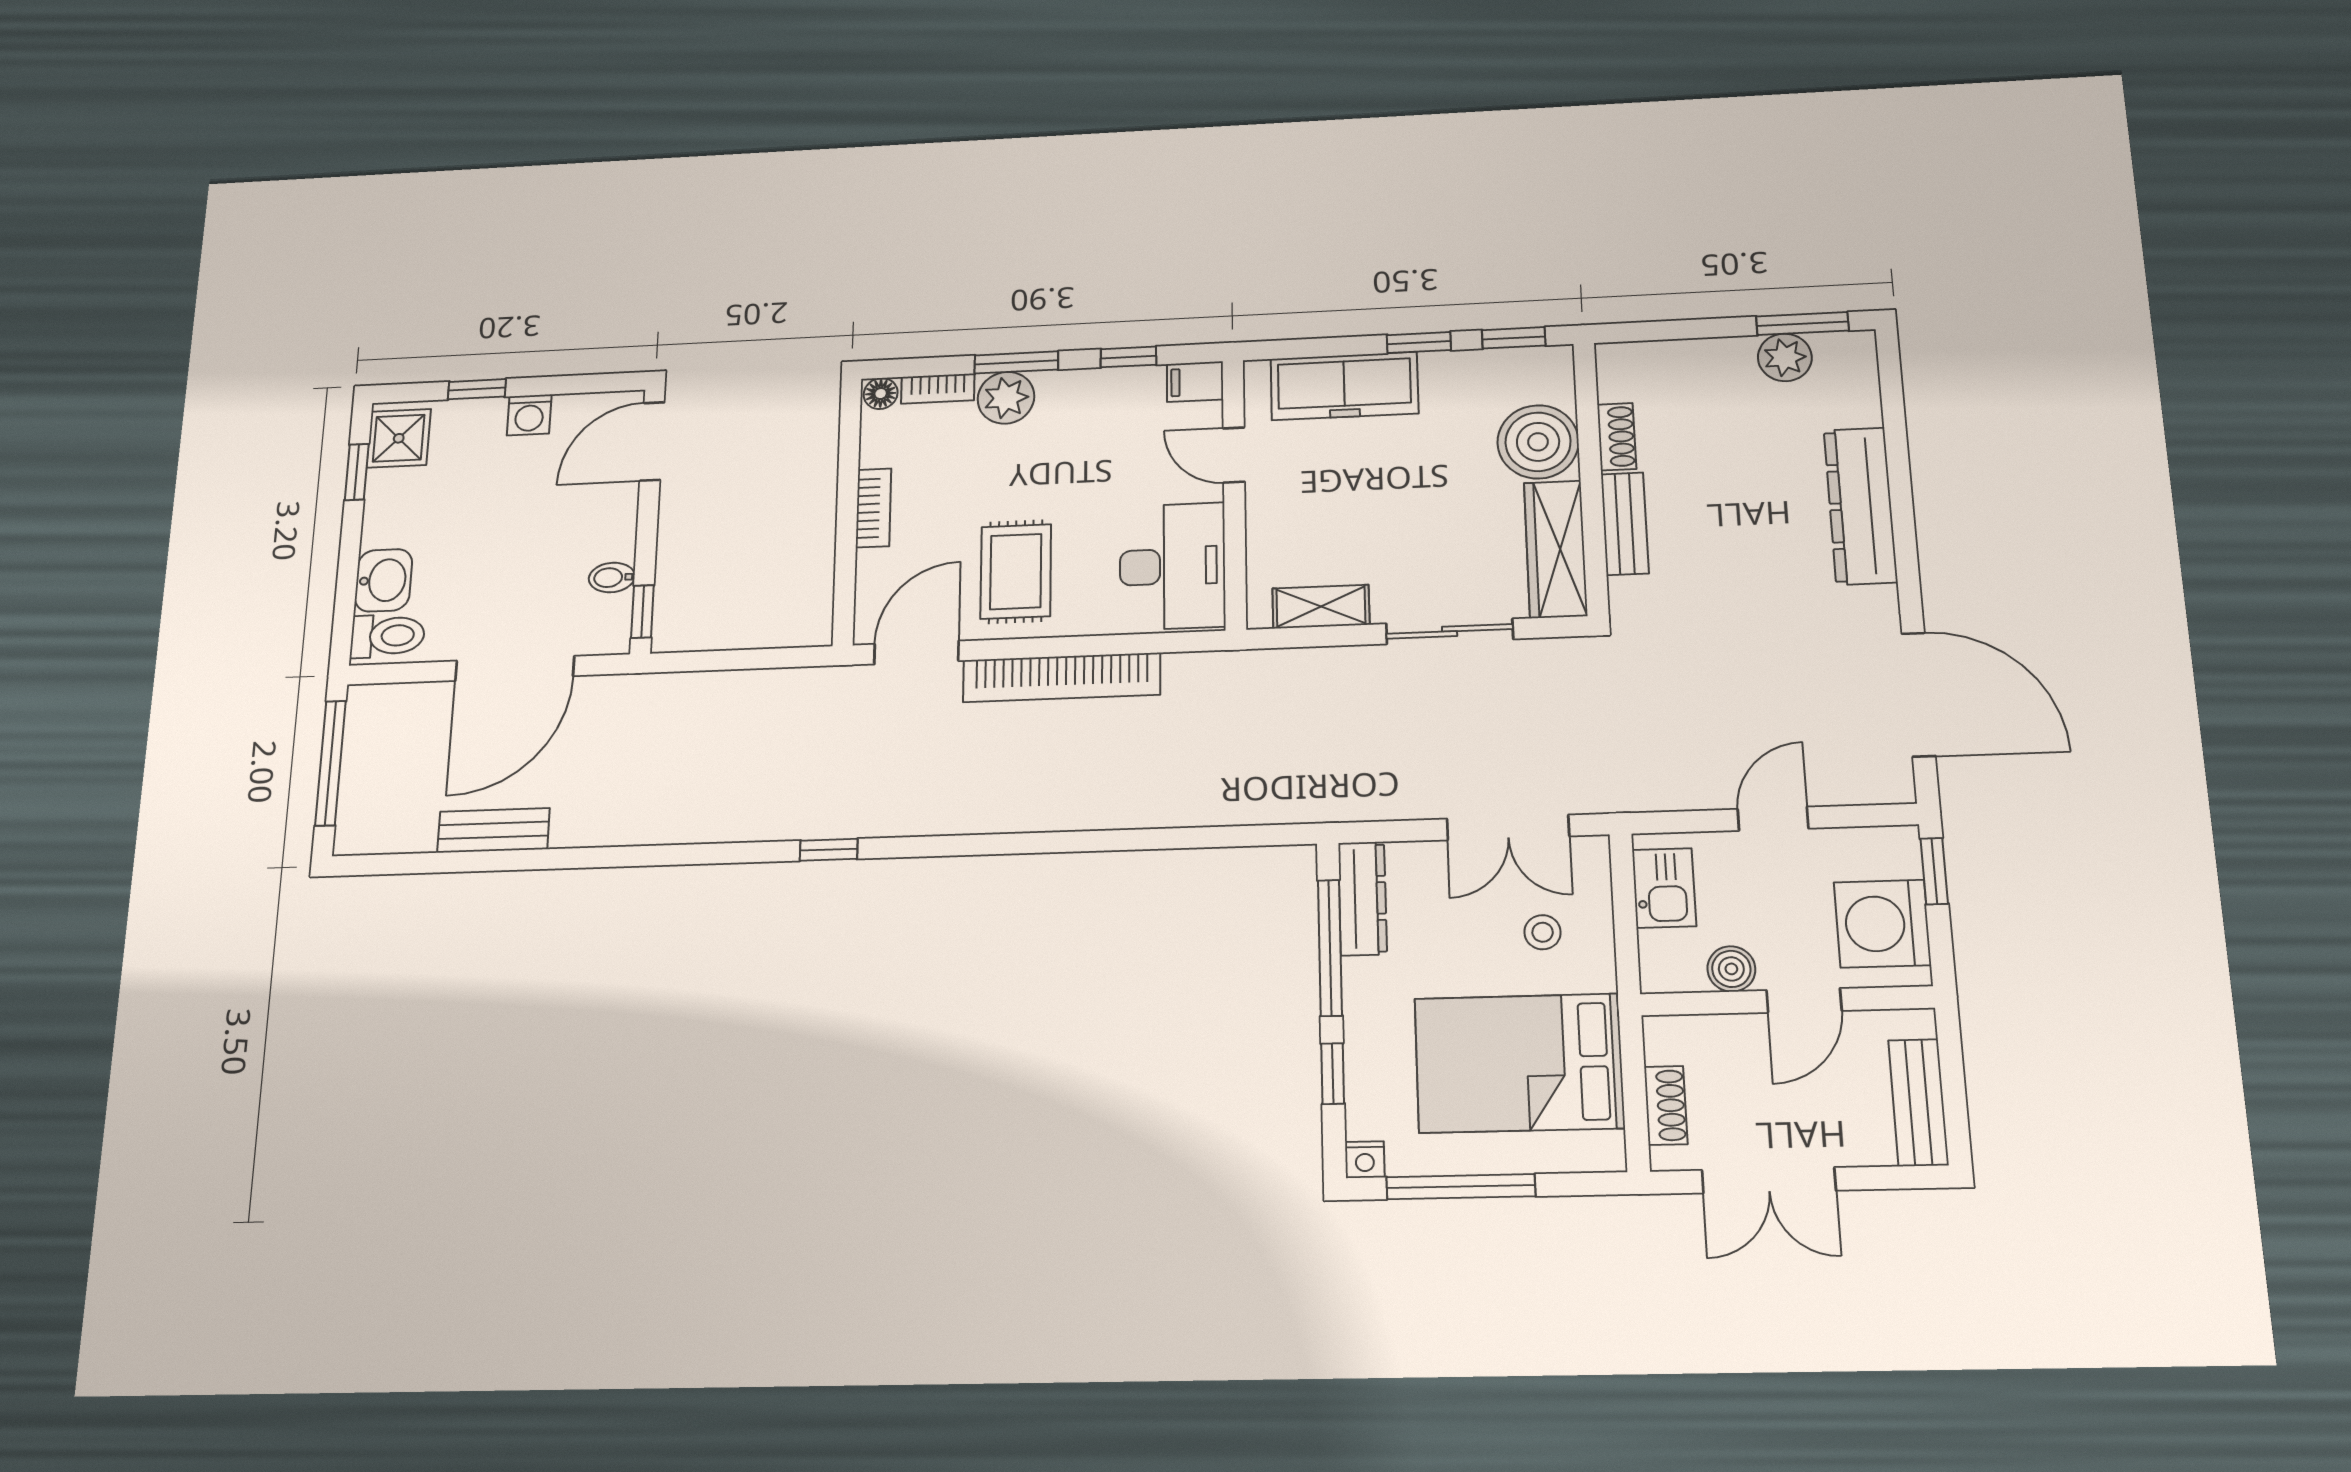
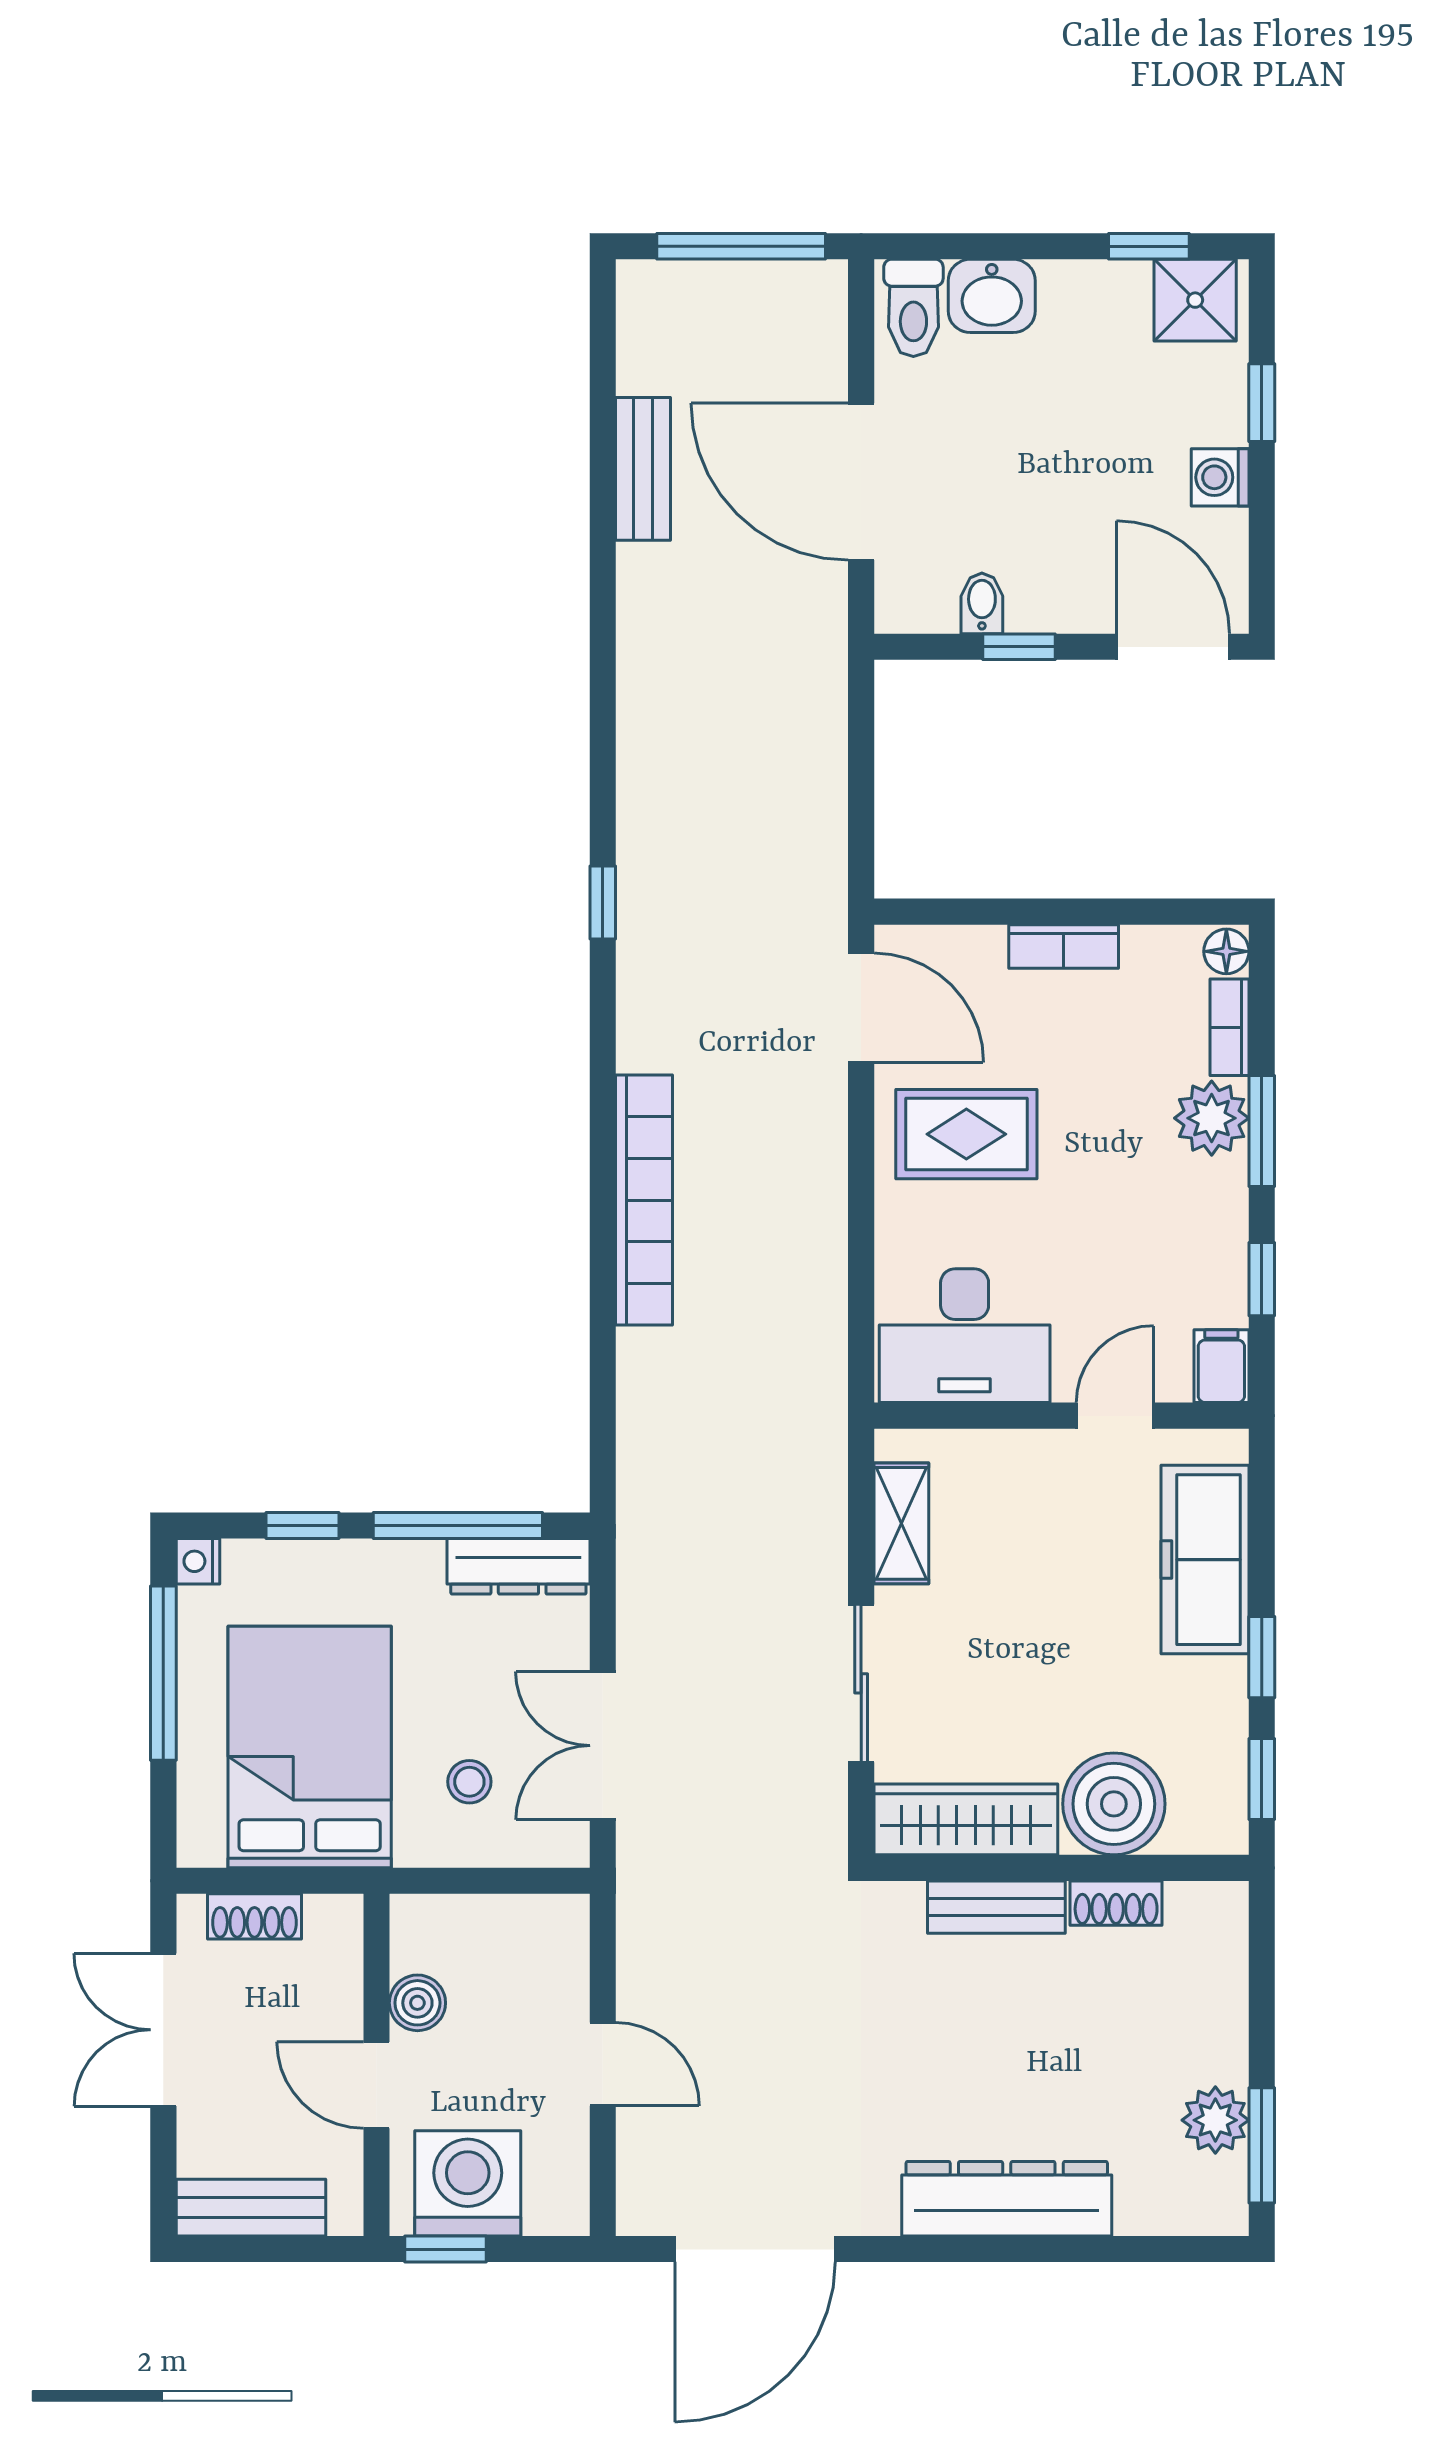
window: (642, 612) -> (1019, 647), moved
bookcase: (1062, 677) -> (644, 1200), moved, turned 180
window: (1934, 871) -> (446, 2249), moved
kitchen sink: (1664, 888) -> (520, 1929), removed

